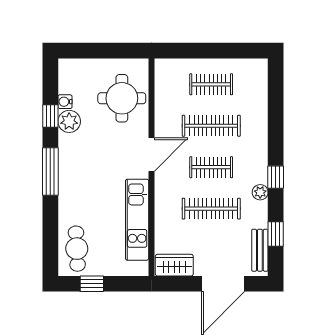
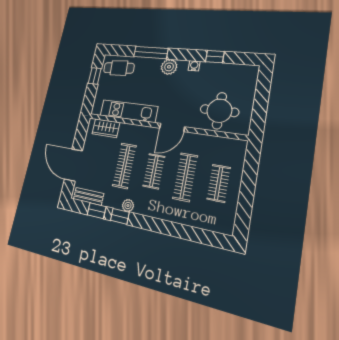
water cooler: (65, 102) -> (194, 66), moved
plant: (69, 121) -> (169, 67), moved
door: (151, 155) -> (172, 127), hinge flipped
window: (50, 172) -> (151, 52), moved
window: (276, 177) -> (120, 216), moved
wardrobe: (174, 265) -> (106, 128), moved, turned 90

